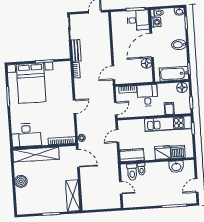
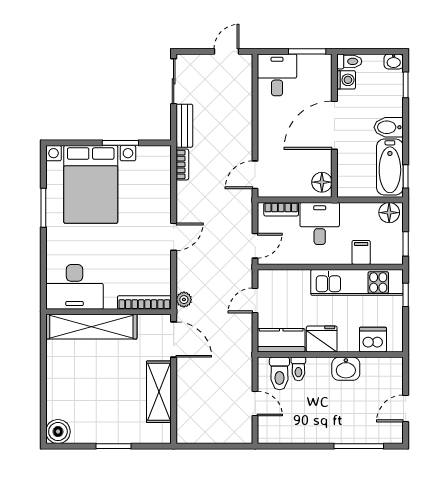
desk: (138, 20) -> (277, 75), moved, turned -90
floor lamp: (146, 63) -> (322, 182), moved
bathtub: (174, 74) -> (390, 167), moved, turned -90
fridge: (163, 153) -> (322, 339), moved
washbasin: (176, 167) -> (346, 369), moved
boiler: (21, 181) -> (58, 432), moved
shelving: (73, 196) -> (159, 392), moved

